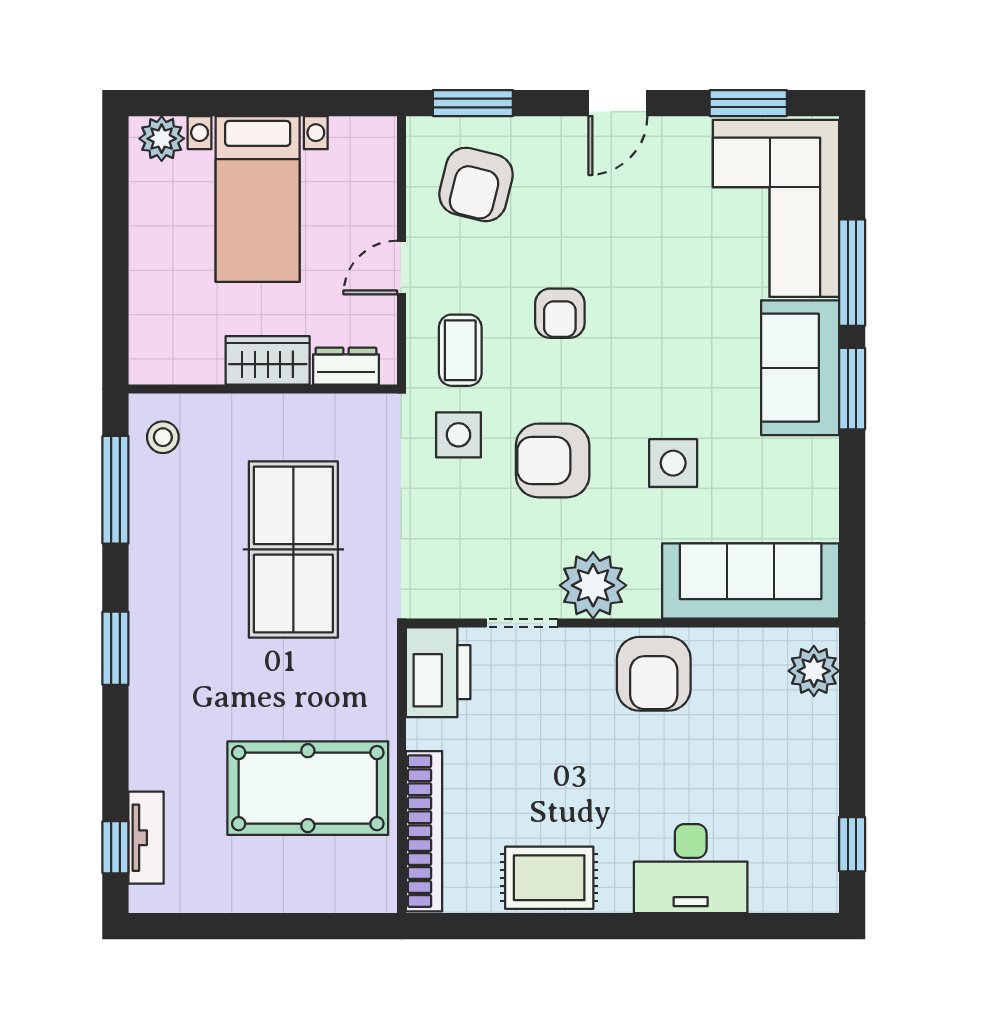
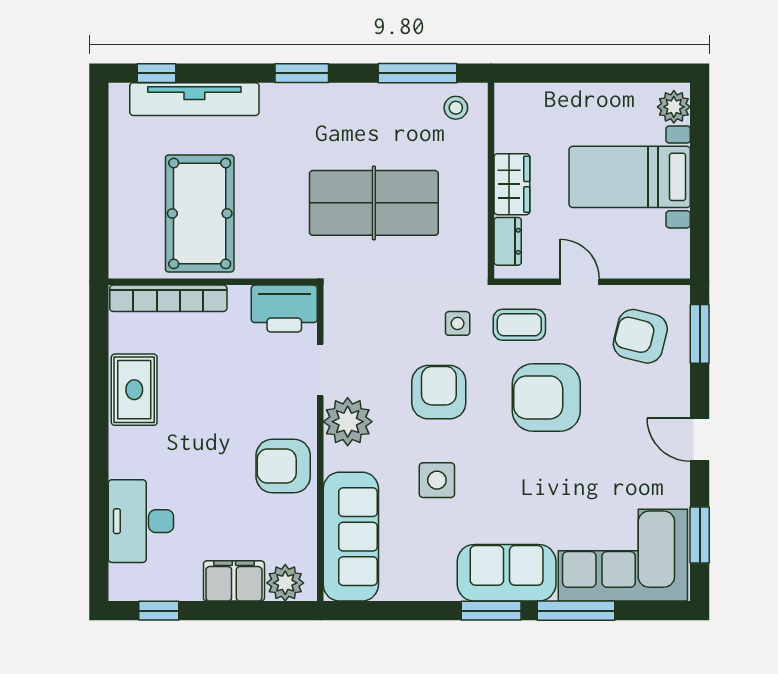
armchair: (560, 313) -> (546, 397), width x1.88, depth x1.88
side table: (458, 435) -> (458, 323), width x0.73, depth x0.73
filing cabinet: (811, 741) -> (234, 581), added
tv unit: (146, 838) -> (194, 99), width x1.92, depth x1.29
desk: (691, 869) -> (141, 521), moved

